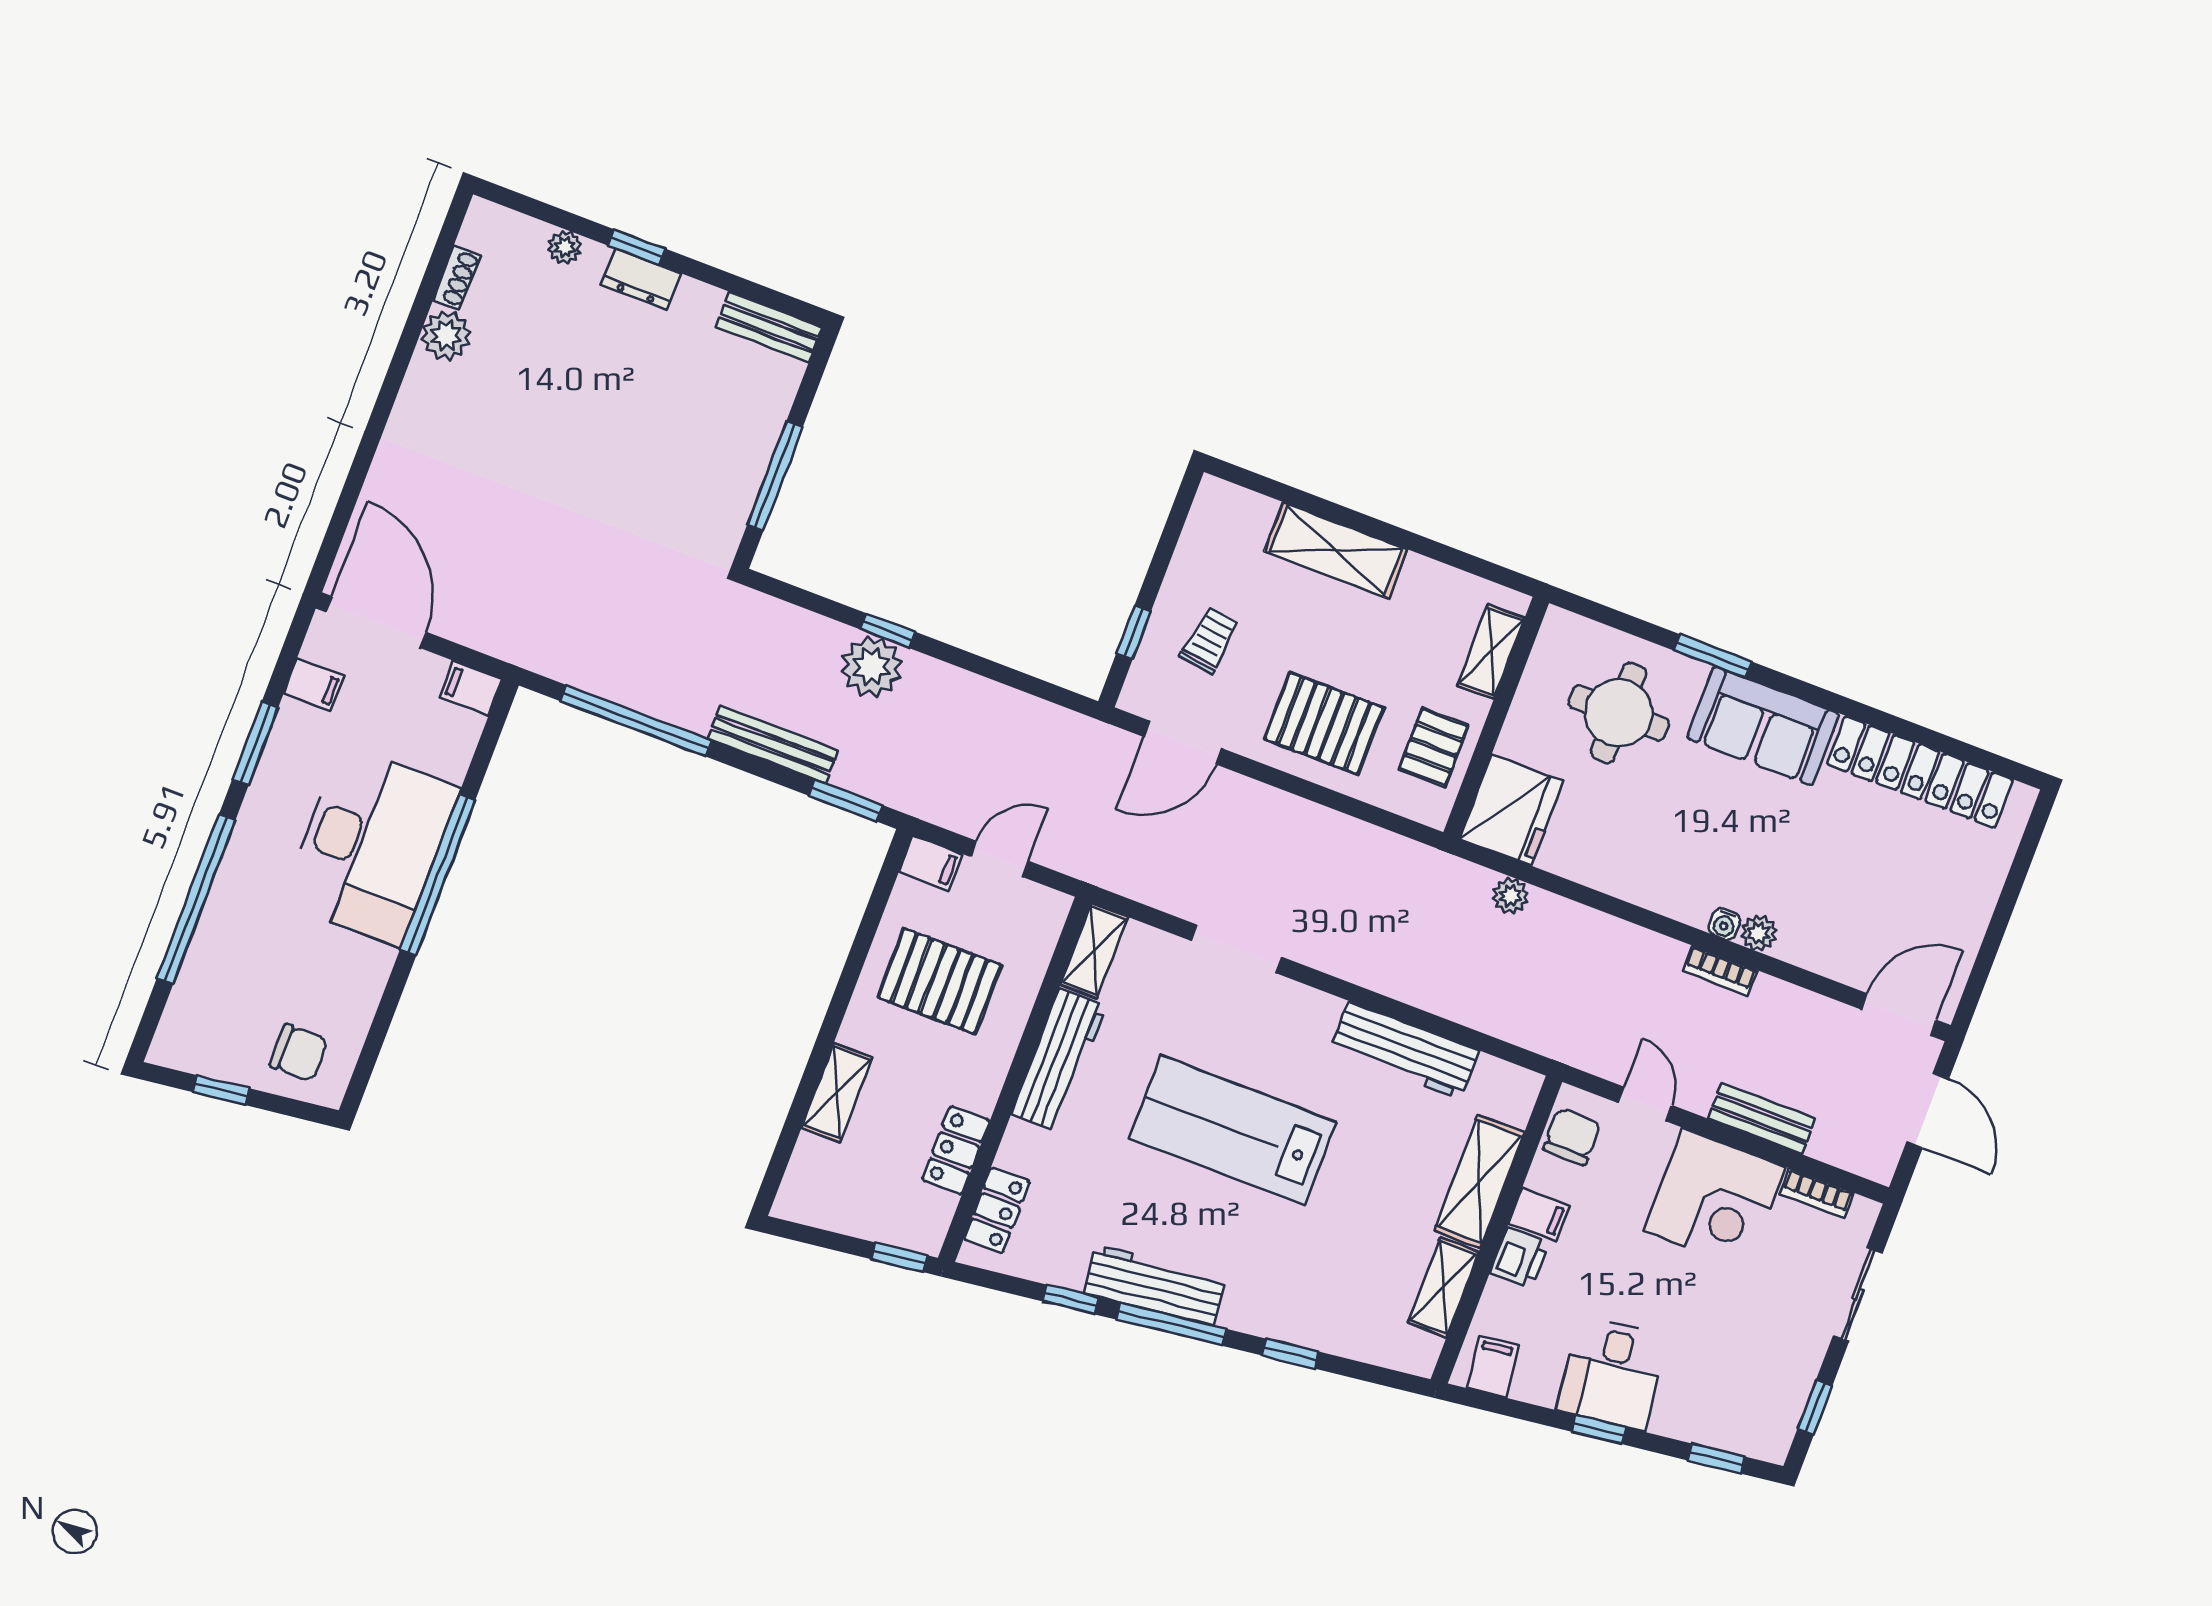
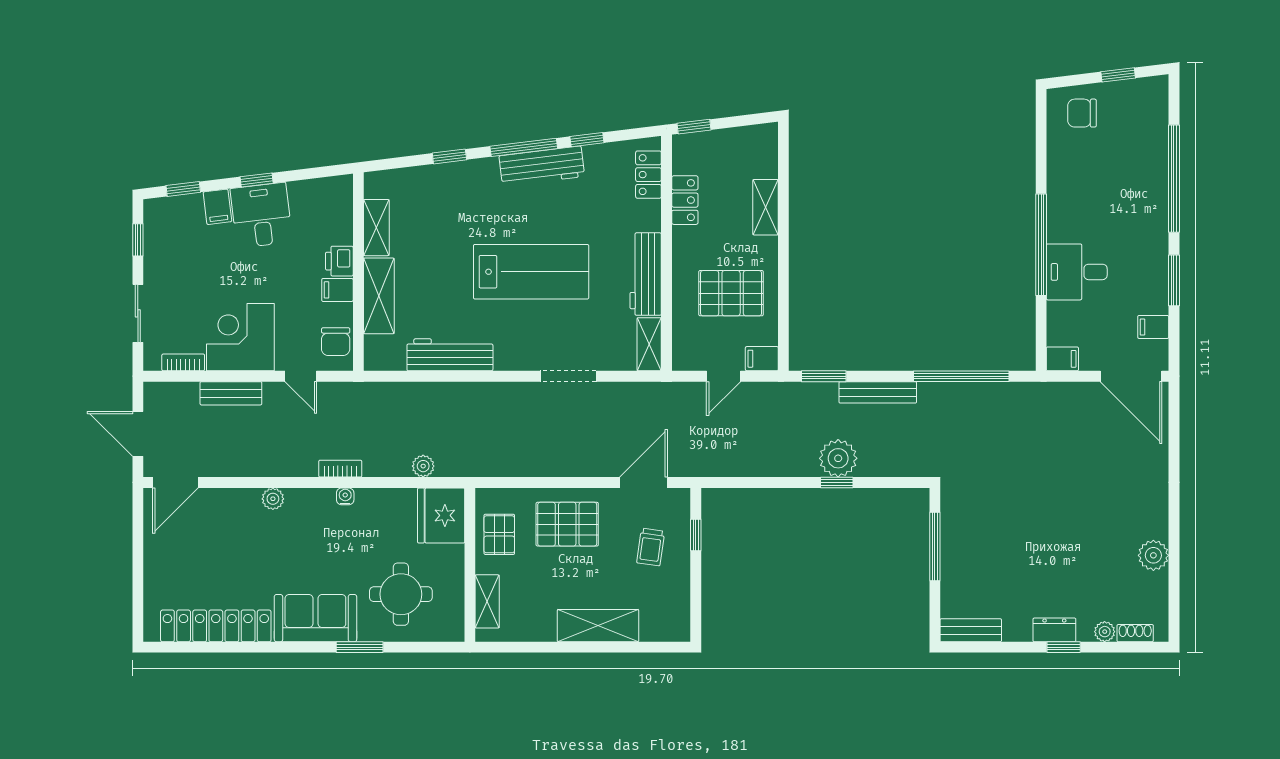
shoe rack: (457, 278) -> (1135, 633), moved, turned 90
desk: (371, 845) -> (1077, 272), width x0.53, depth x0.77
water cooler: (1724, 924) -> (345, 496), moved
bookcase: (1720, 971) -> (340, 469), moved
filing cabinet: (1493, 1367) -> (217, 207), moved

